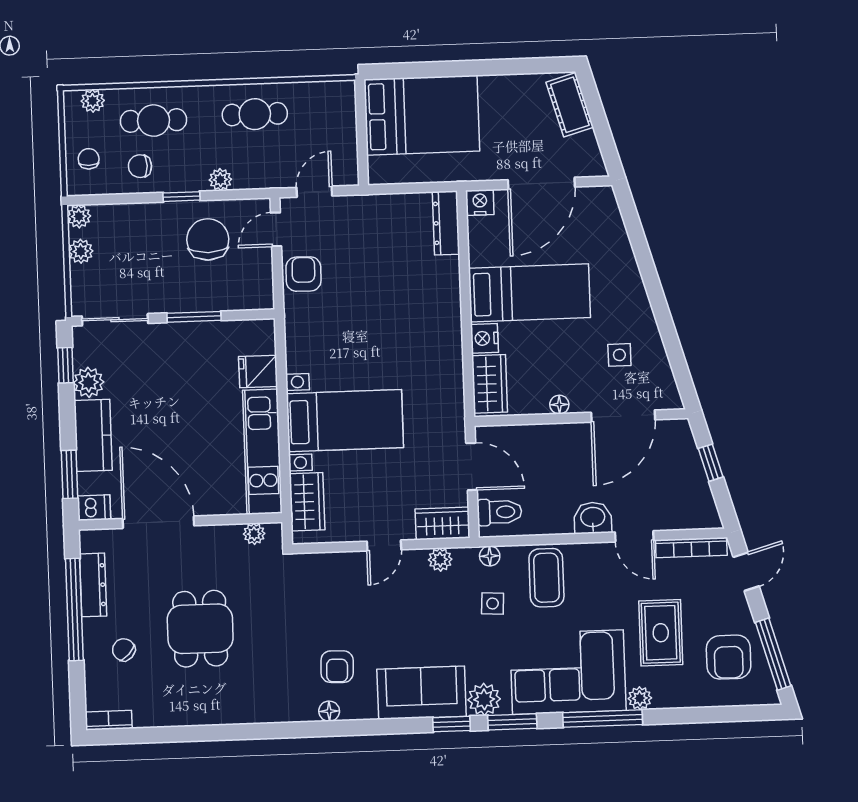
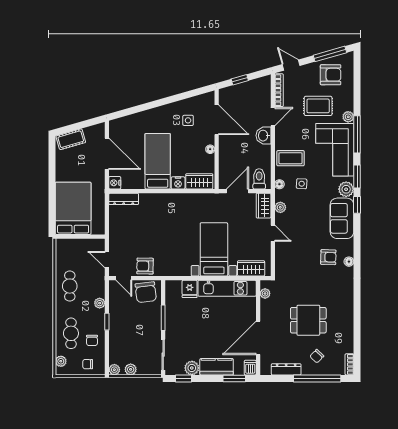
chair: (208, 239) -> (146, 292), moved, turned -97
window: (74, 609) -> (317, 378), moved

